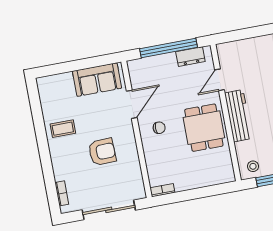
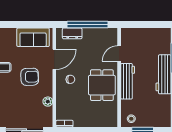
dresser: (190, 57) -> (72, 33), moved
armchair: (102, 152) -> (30, 77), moved
plant: (134, 164) -> (48, 102), added

